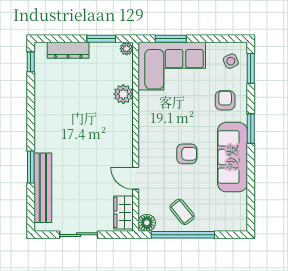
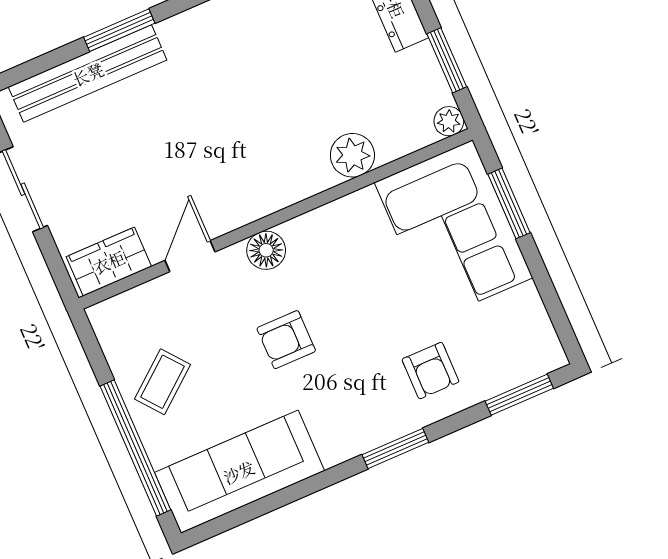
side table: (231, 61) -> (516, 347), removed
armchair: (225, 100) -> (430, 371), turned 90
armchair: (187, 154) -> (286, 340), turned 90
sofa: (232, 157) -> (239, 472), moved
floor lamp: (147, 223) -> (266, 250), moved
window: (183, 235) -> (135, 448), moved

